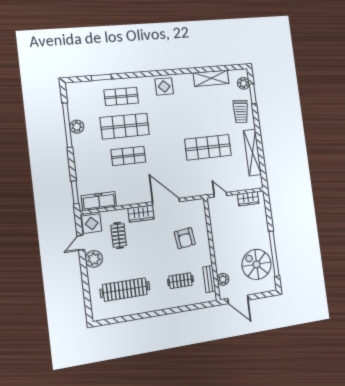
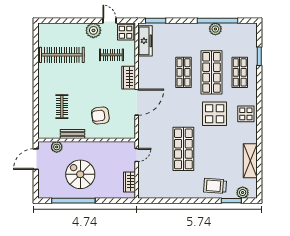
display table: (168, 119) -> (215, 114), added
shelving: (252, 153) -> (174, 192), removed
spiral stairs: (257, 264) -> (80, 174), moved, turned -90
bench: (209, 279) -> (72, 134), moved
clothes rail: (125, 290) -> (62, 55), turned 90

